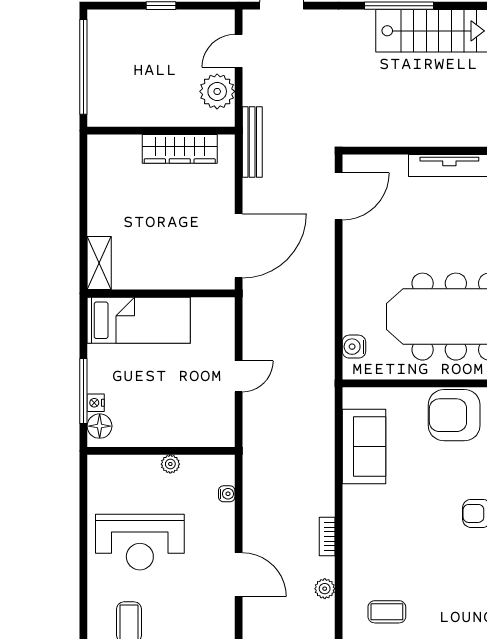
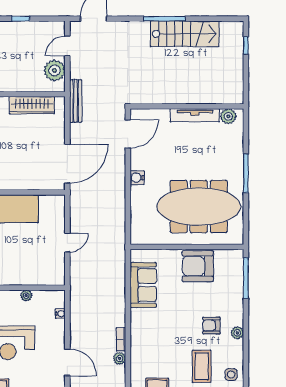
water cooler: (354, 347) -> (137, 178), moved
coffee table: (461, 581) -> (202, 366), added
plant: (325, 589) -> (119, 358), moved

